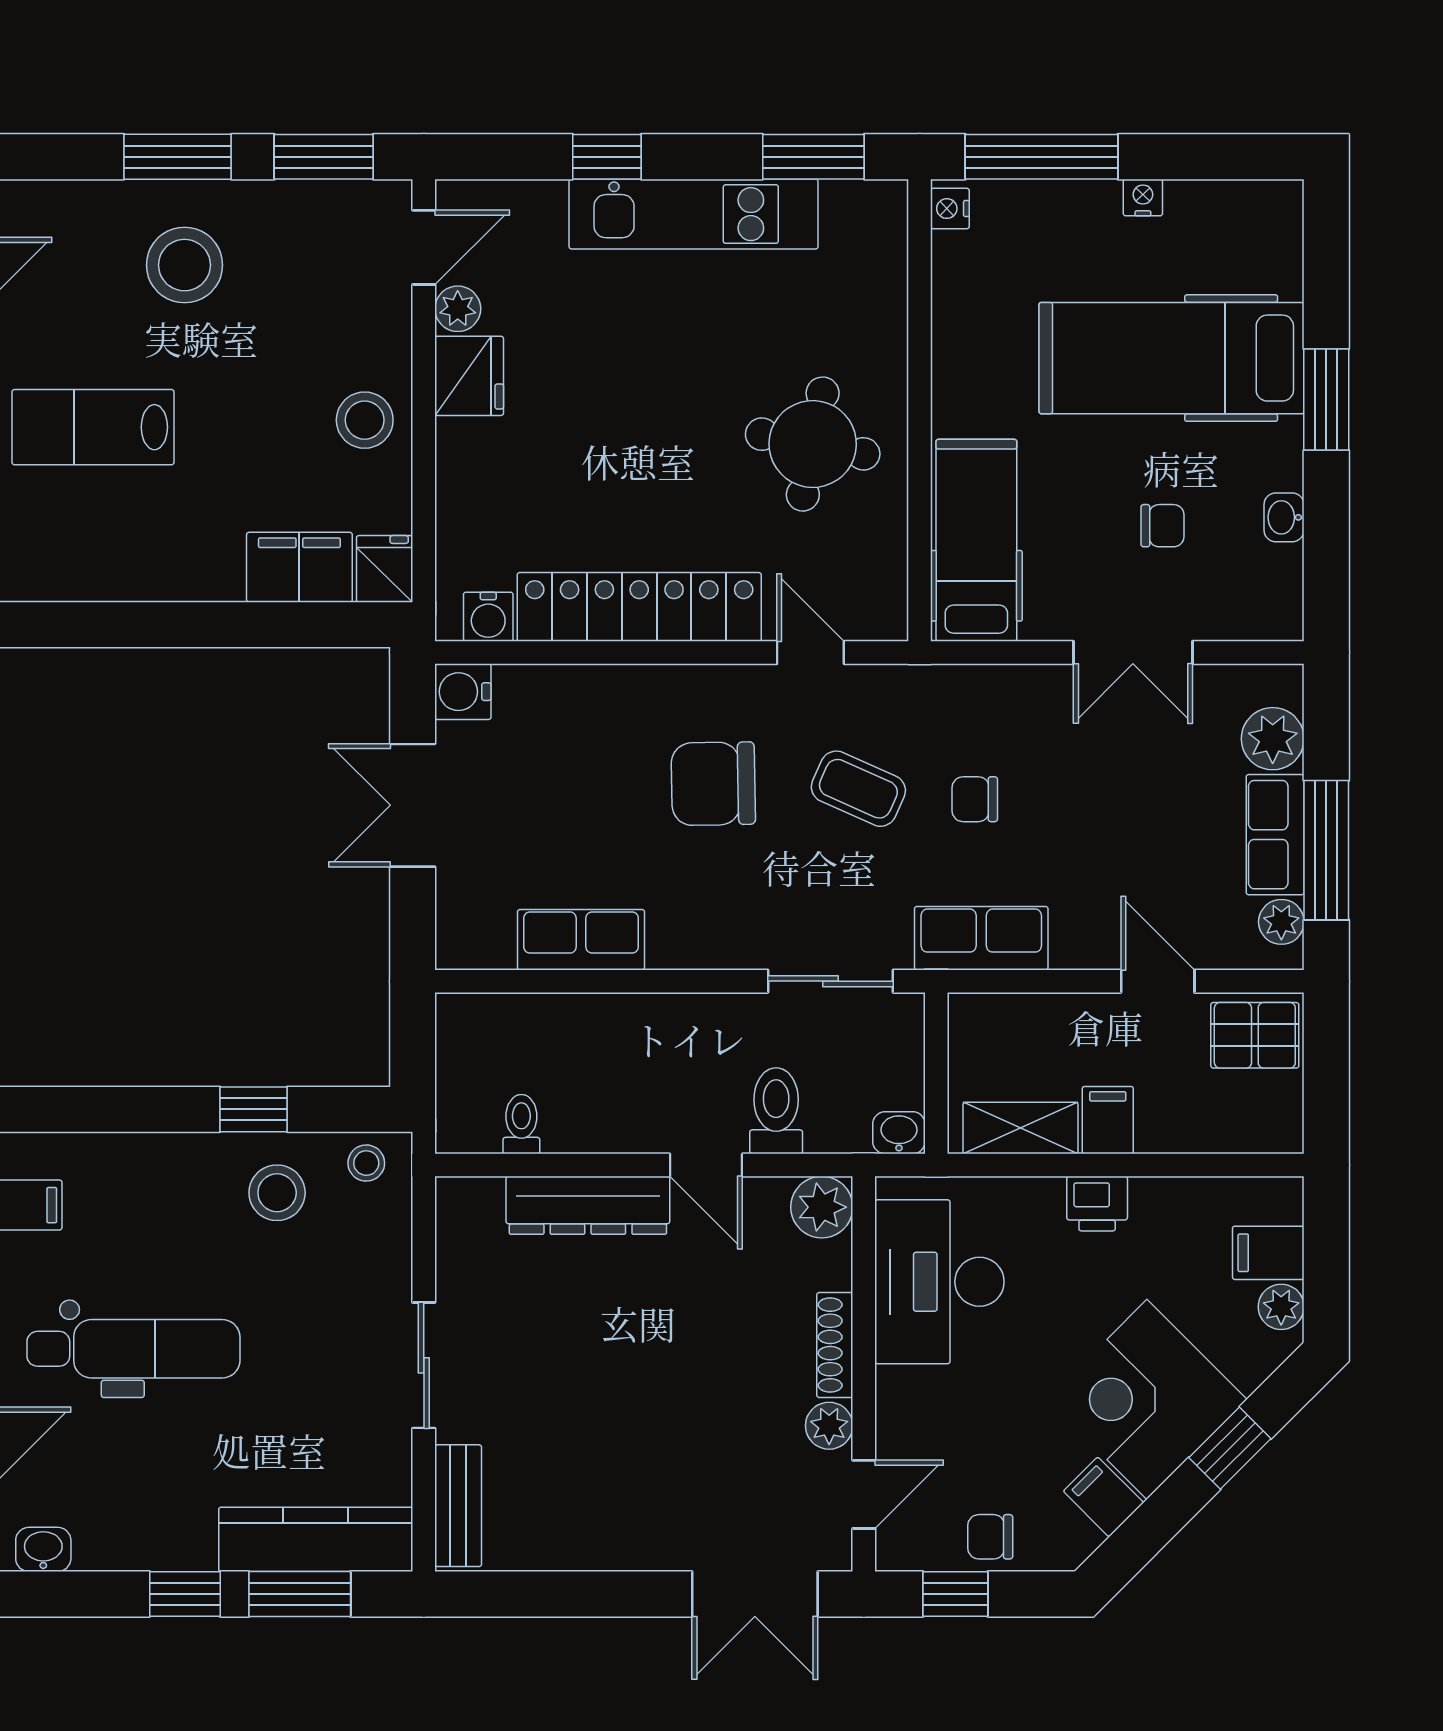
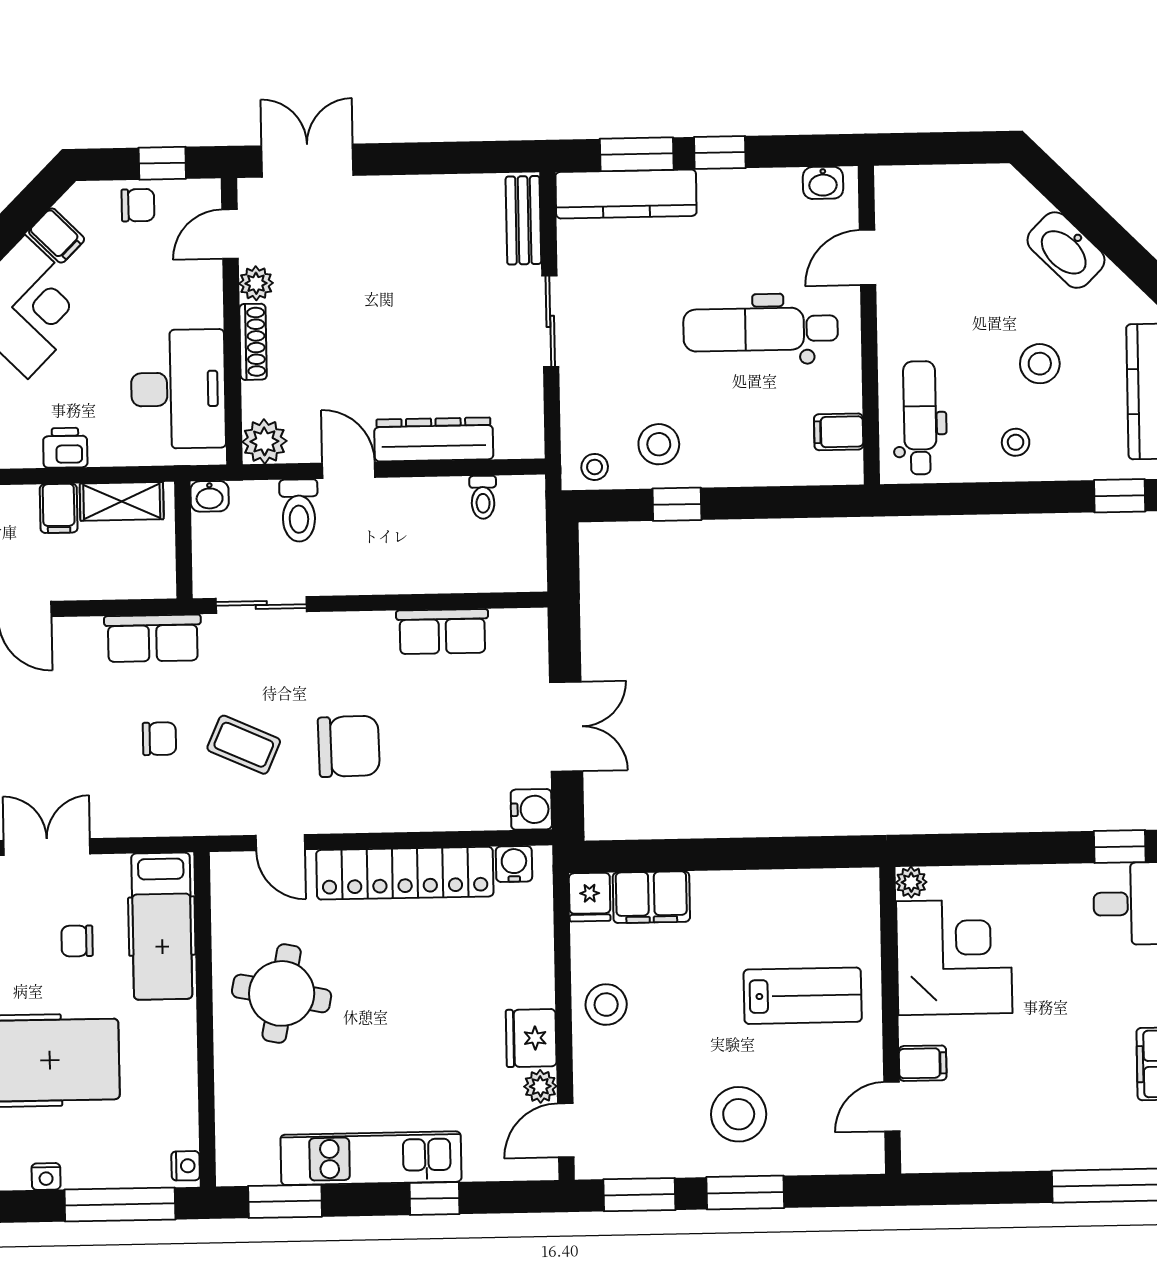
chair: (1162, 526) -> (77, 941), moved

